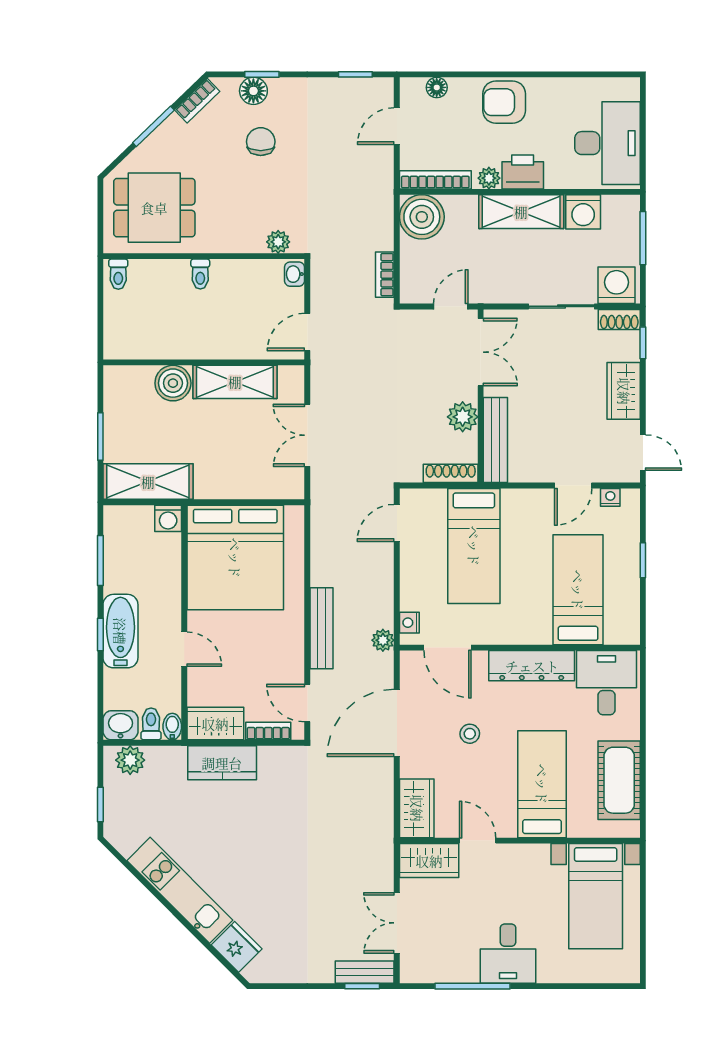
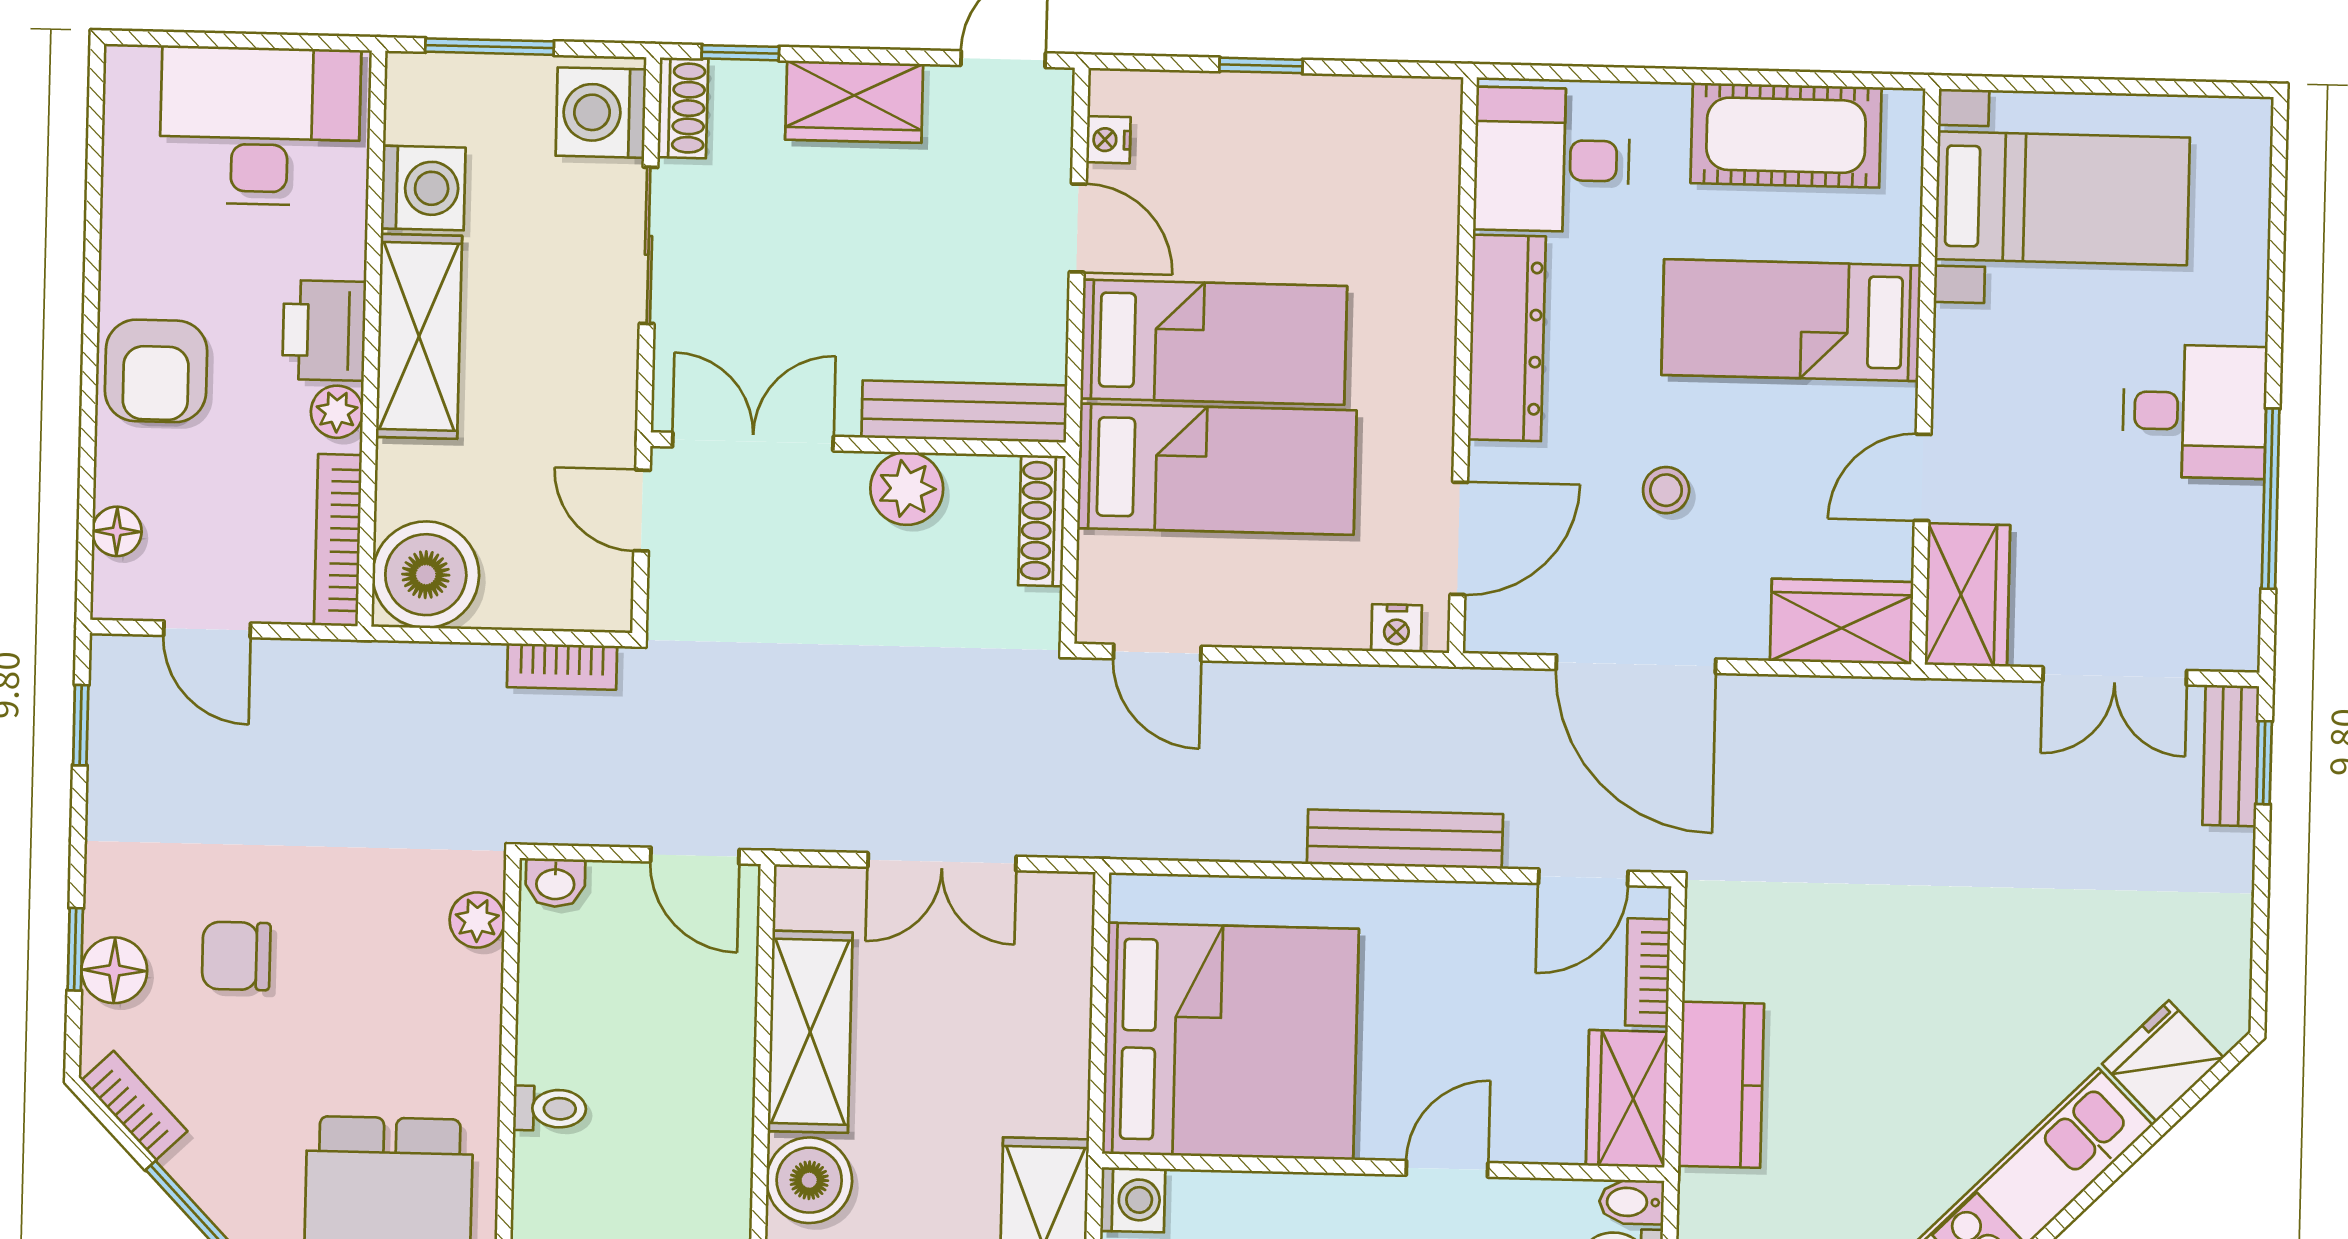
bed: (578, 590) -> (1214, 342), moved, turned 180
plant: (383, 640) -> (1437, 693), removed

